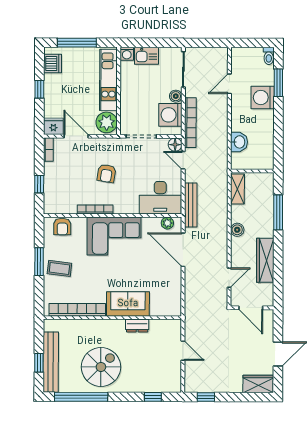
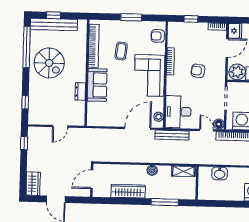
door: (183, 160) -> (207, 130), hinge flipped
coffee table: (59, 268) -> (121, 51), moved
door: (229, 278) -> (115, 163), removed

